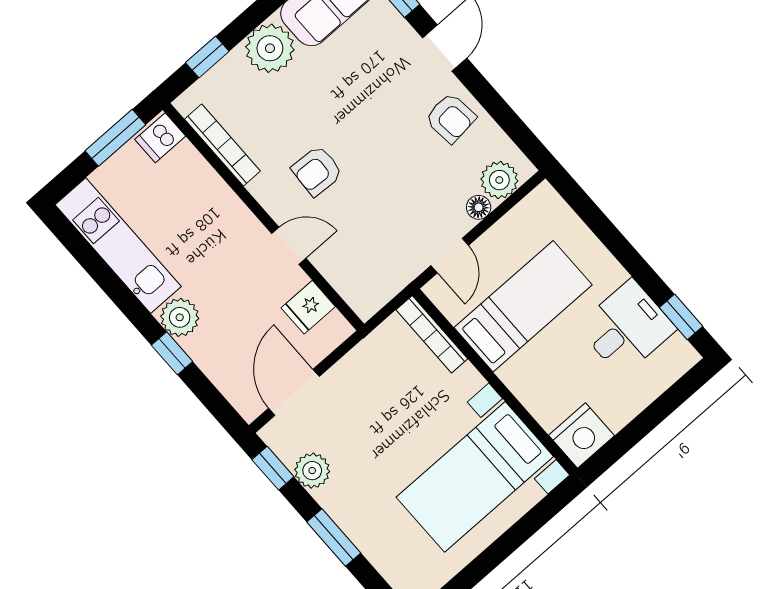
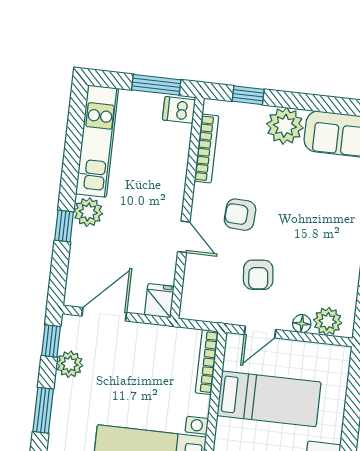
armchair: (451, 118) -> (258, 275), moved
fridge: (308, 307) -> (159, 301), moved, turned 90

